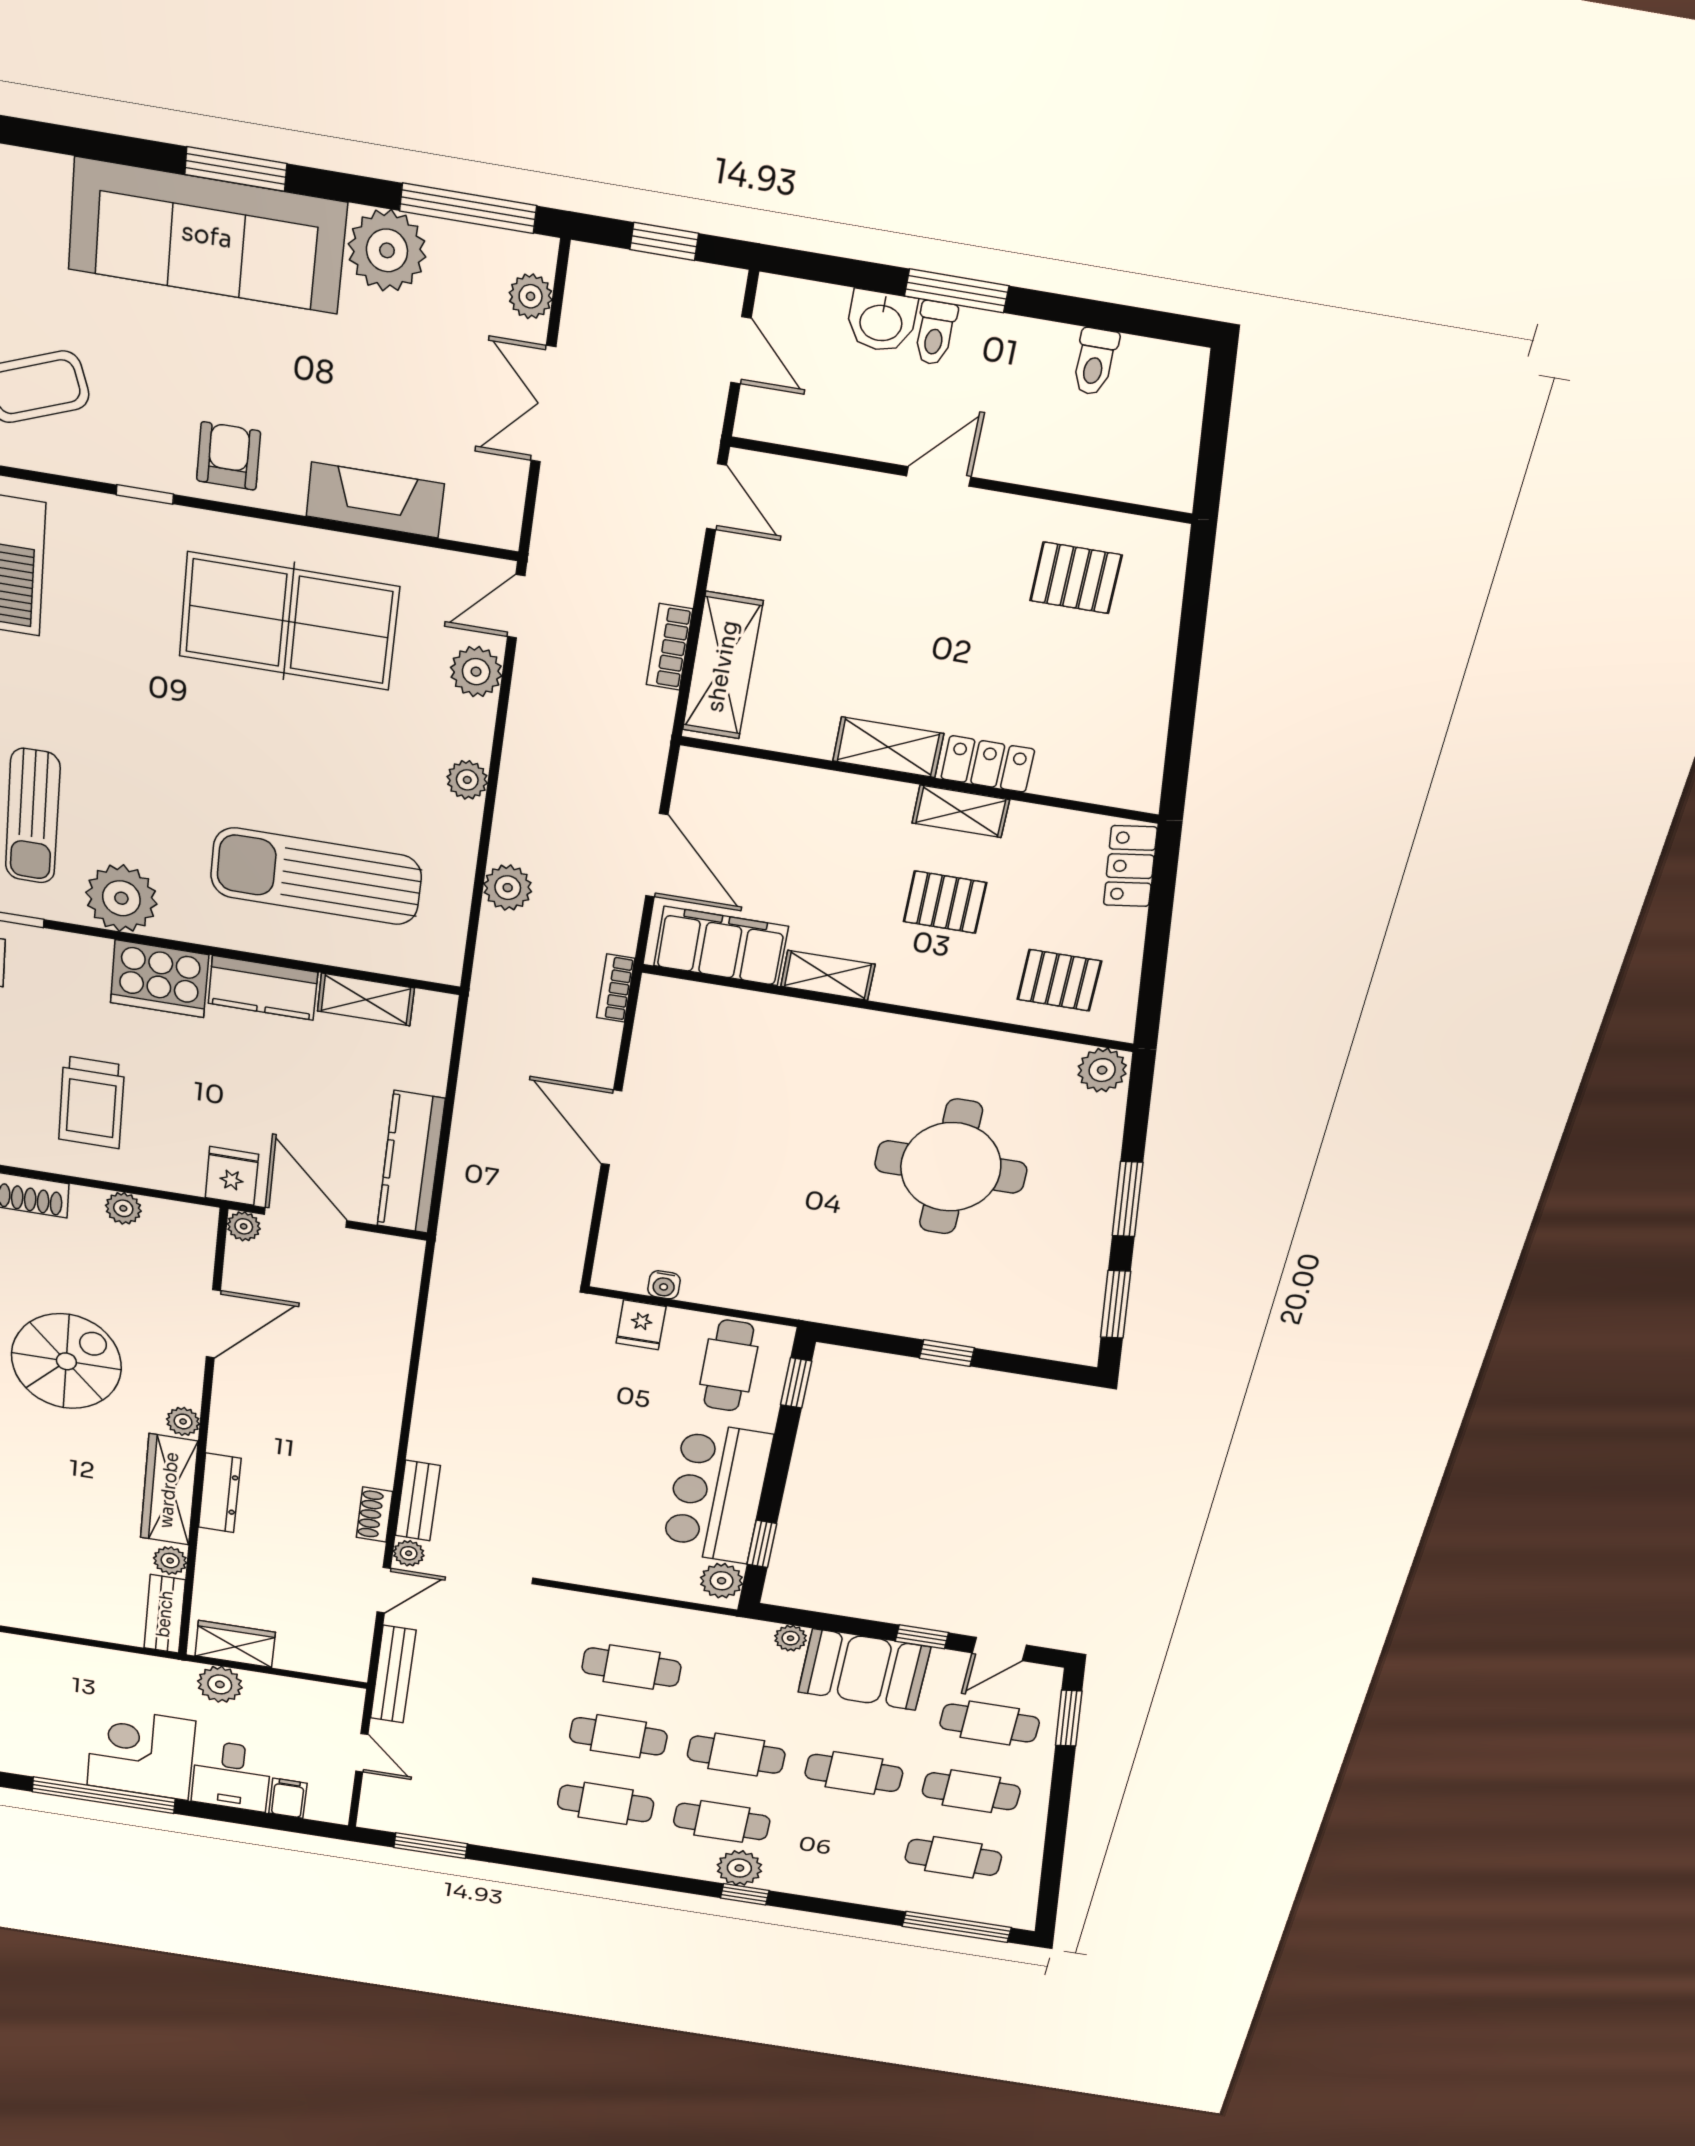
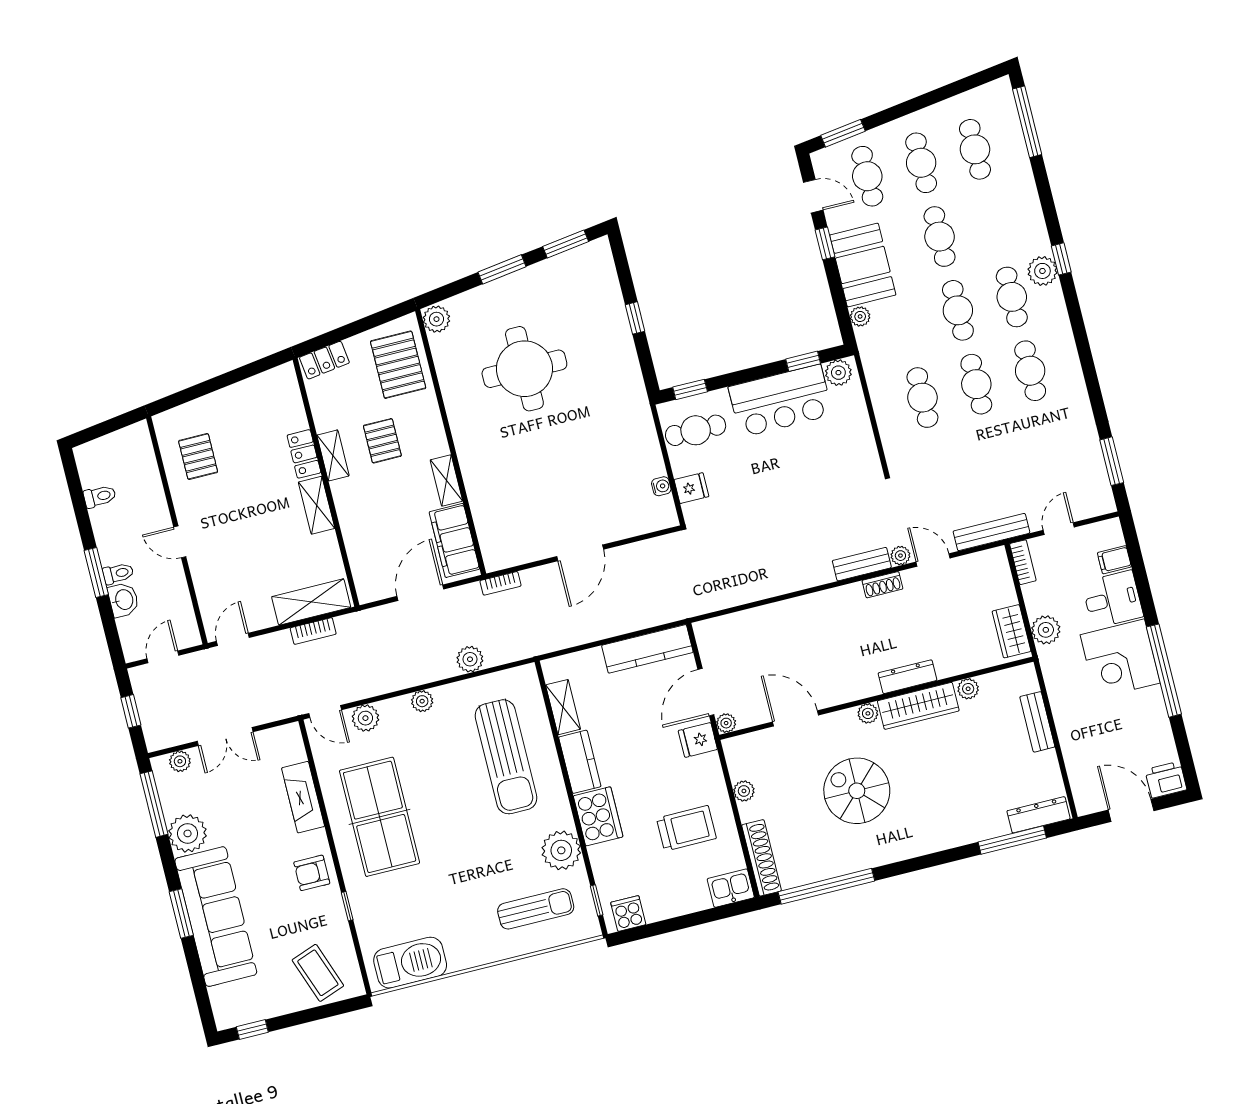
pallet: (1059, 980) -> (398, 365), width x1.50, depth x1.42
bench: (165, 1614) -> (1037, 722), moved, turned 90
bookcase: (332, 1694) -> (1023, 562), added

